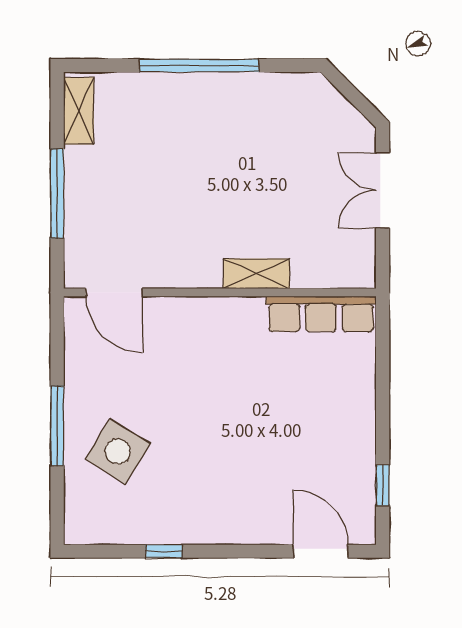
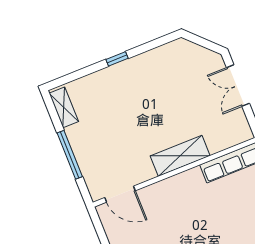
window: (199, 66) -> (117, 59), width x0.32
shelving: (256, 274) -> (180, 156), width x1.50, depth x1.33

